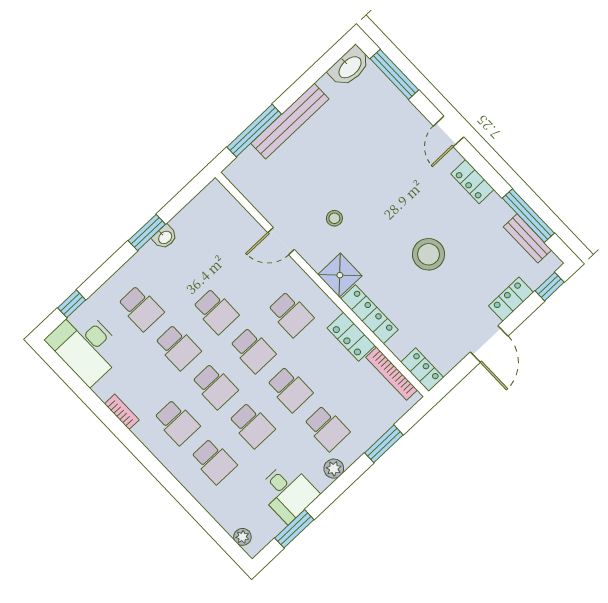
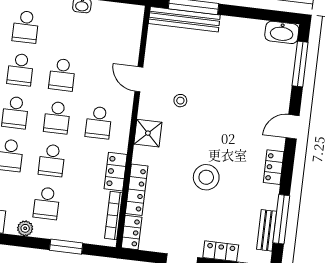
bench: (290, 121) -> (184, 19), moved
locker: (369, 314) -> (137, 190), moved

